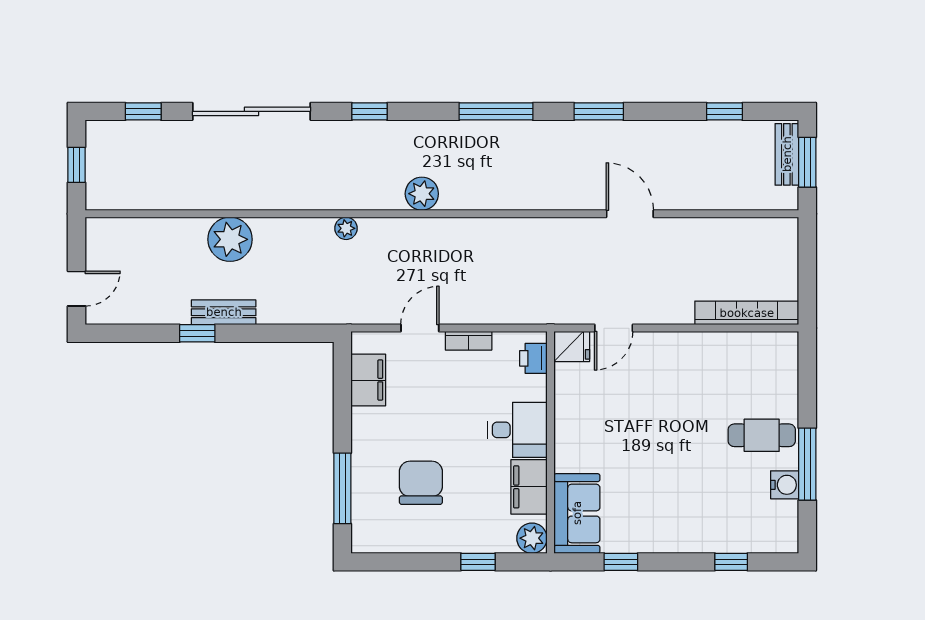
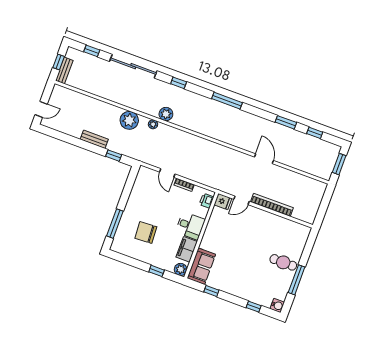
window: (599, 111) -> (286, 122), moved
bench: (787, 154) -> (64, 70), moved
plant: (422, 194) -> (166, 114), moved
plant: (230, 239) -> (129, 120), moved
bookcase: (747, 313) -> (272, 205), moved
door: (420, 328) -> (167, 173), swing flipped
window: (197, 333) -> (114, 156), moved
filing cabinet: (368, 380) -> (140, 186), removed
chair: (421, 483) -> (146, 233), turned -93
water cooler: (785, 485) -> (277, 305), moved

